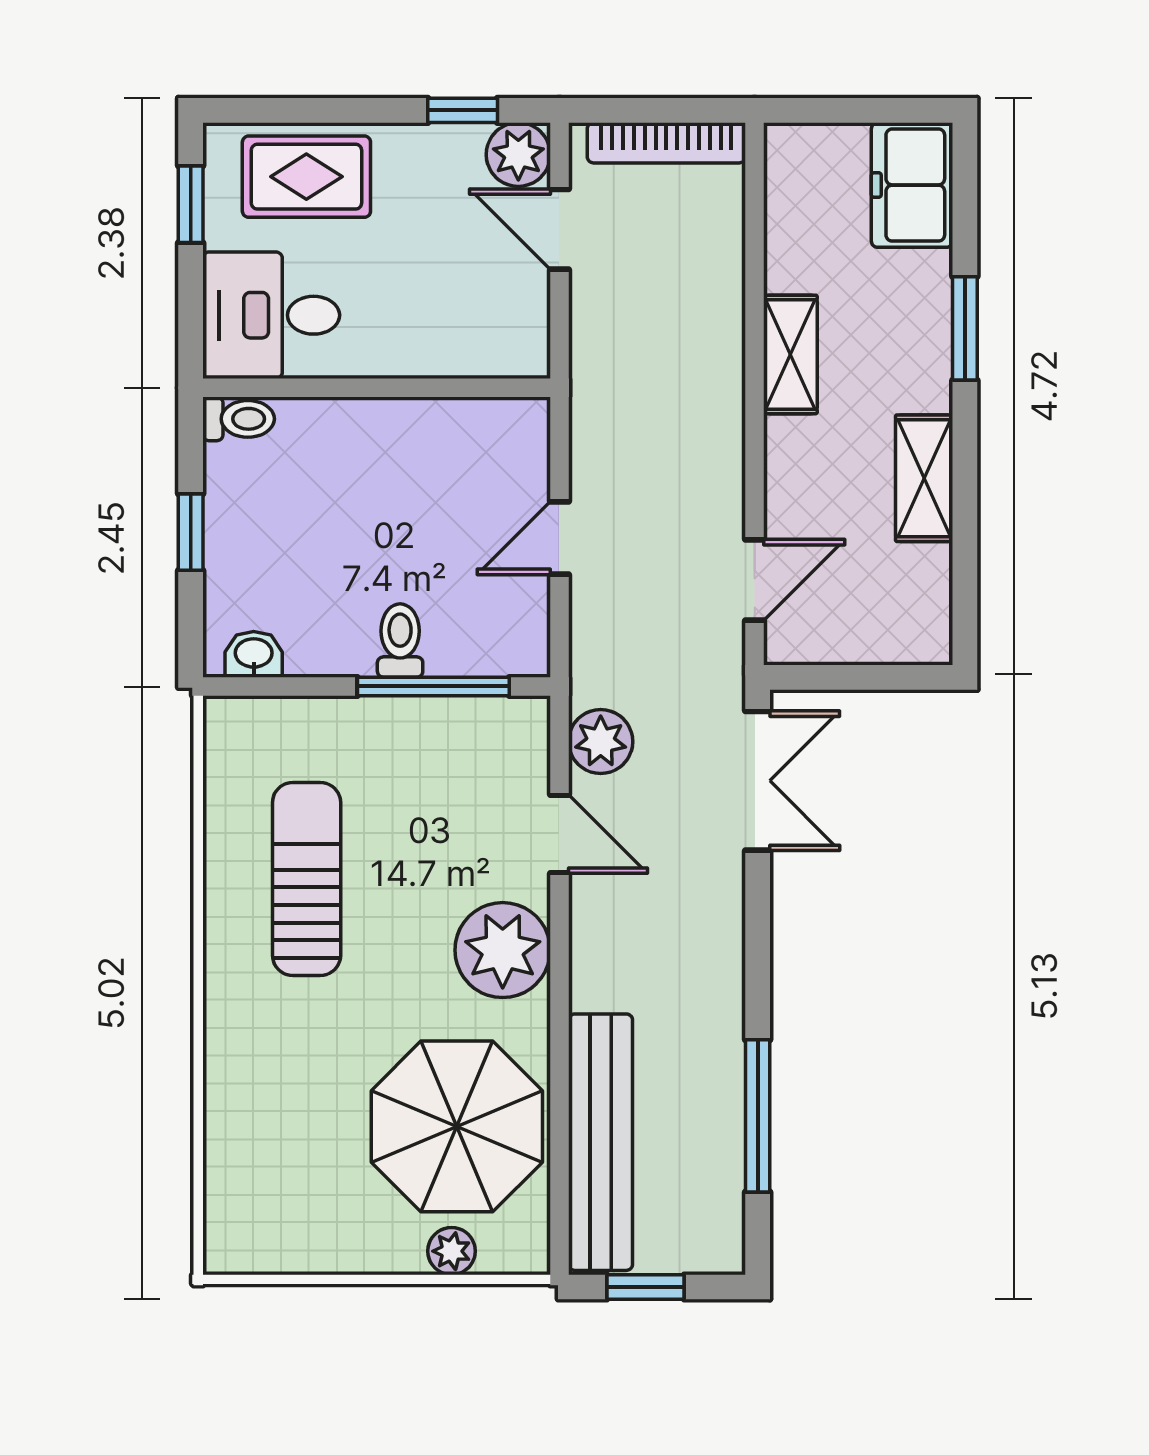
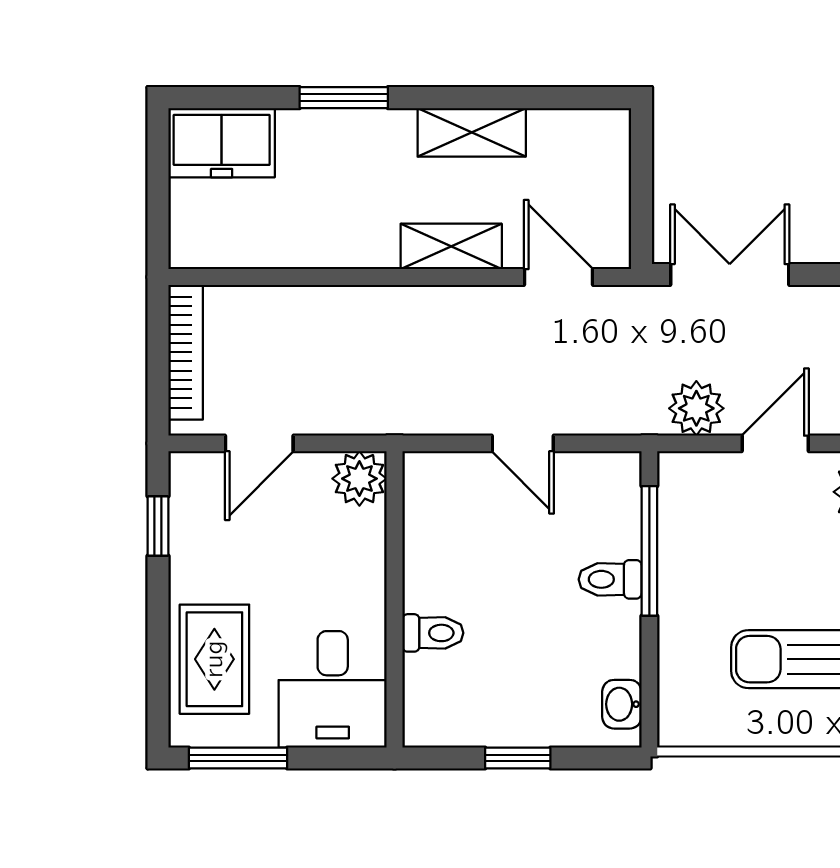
plant: (518, 155) -> (359, 479), moved
window: (191, 204) -> (238, 758), width x1.50
shelving: (790, 354) -> (451, 246), moved
toilet: (239, 419) -> (433, 633), moved, turned 90

